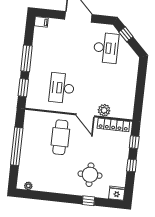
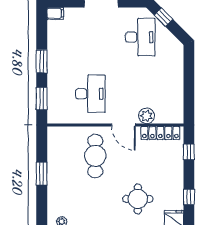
window: (26, 58) -> (42, 61), width x0.69
desk: (62, 88) -> (90, 94), turned 180
window: (17, 146) -> (42, 174), width x0.47
window: (132, 165) -> (189, 197), moved

